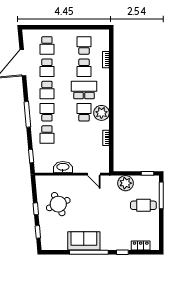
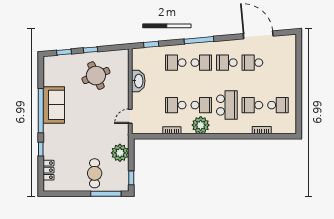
school desk: (47, 45) -> (176, 105), moved

